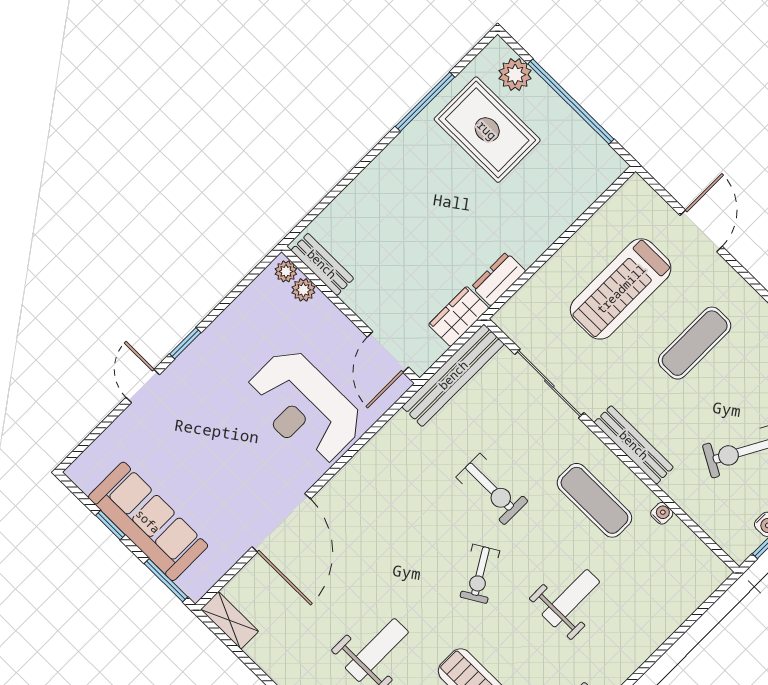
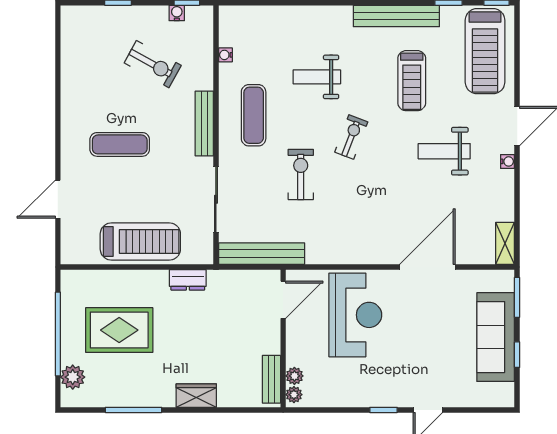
rug: (487, 130) -> (119, 330), moved, turned 90
treadmill: (621, 289) -> (140, 241), moved
wardrobe: (459, 316) -> (196, 396), moved, turned 180
water cooler: (662, 513) -> (225, 55), moved
exercise bike: (480, 574) -> (351, 137), turned -38

